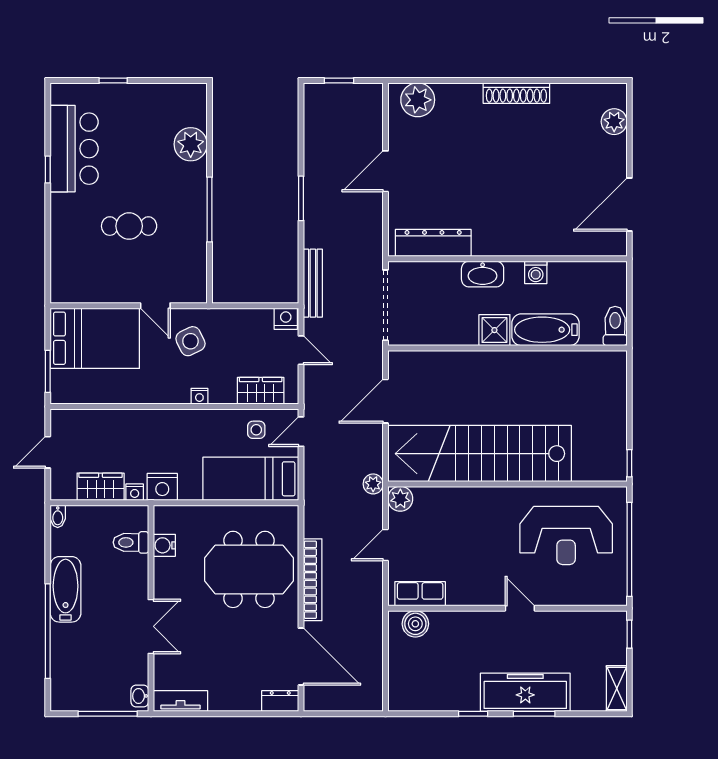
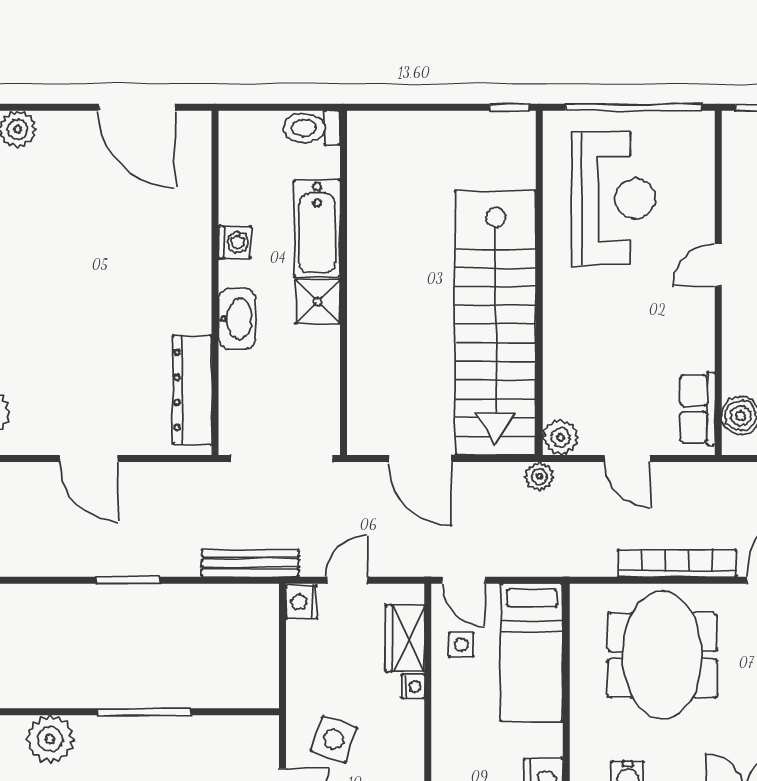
side table: (190, 341) -> (334, 739), turned 45
nightstand: (199, 396) -> (413, 686), moved

